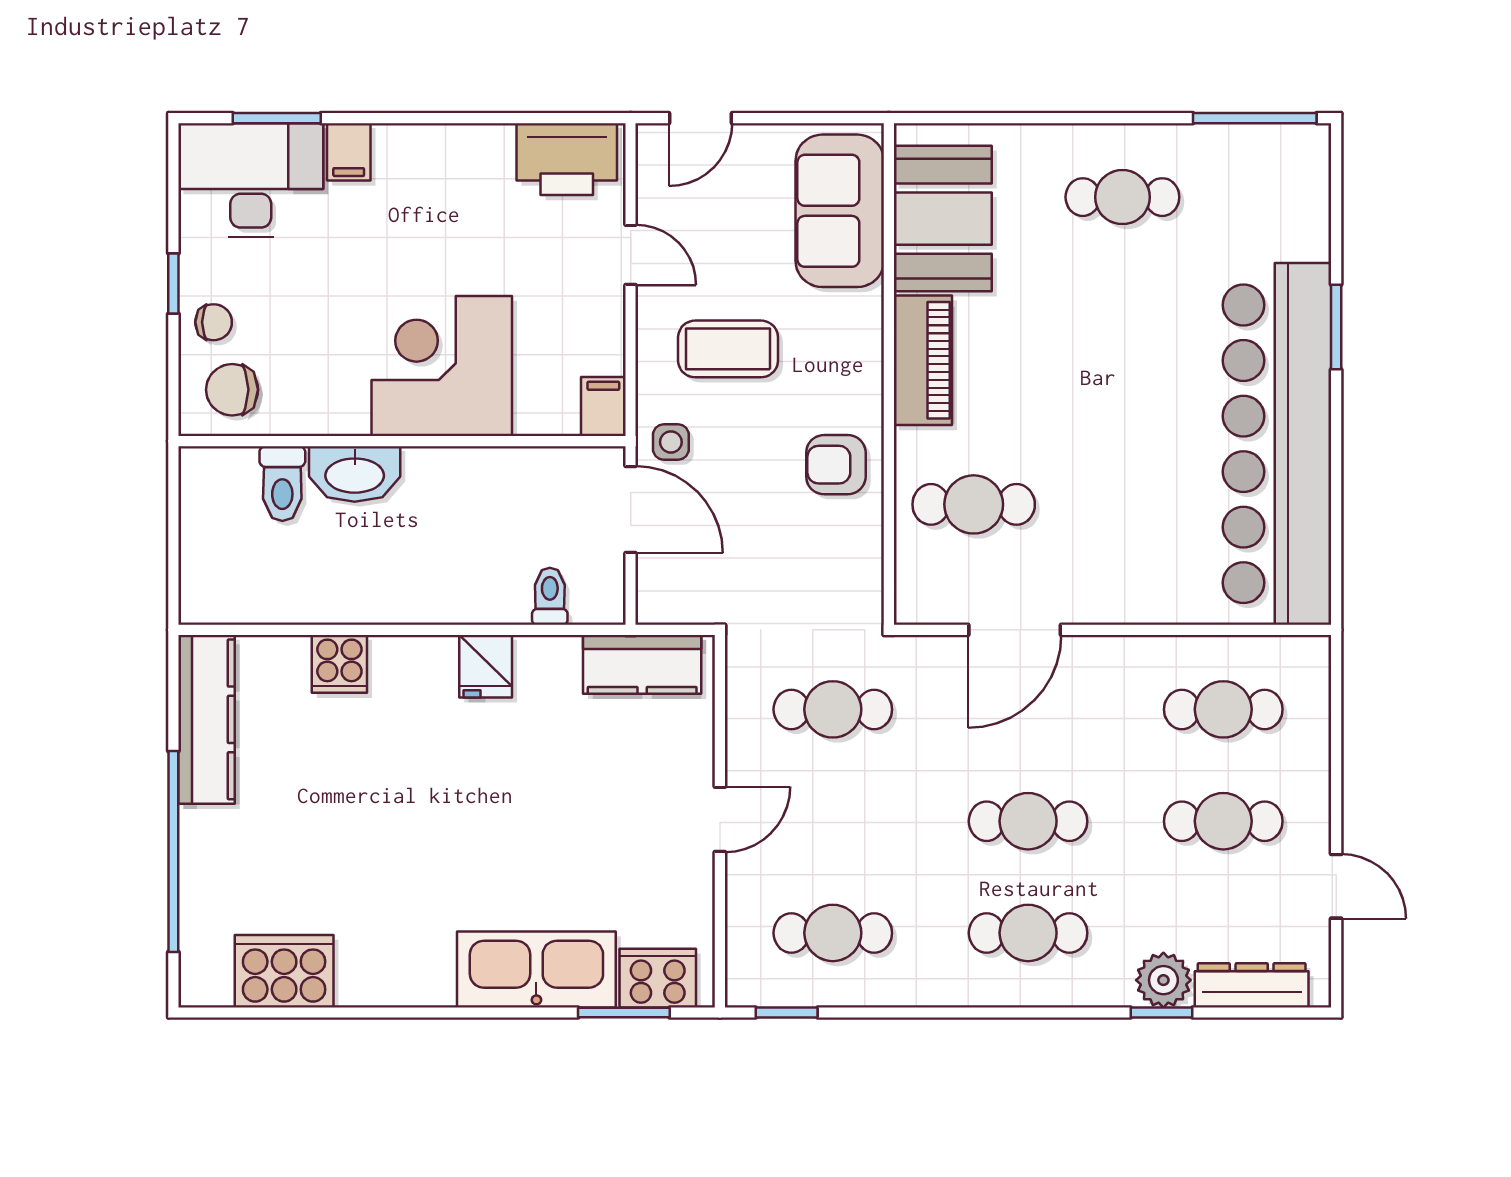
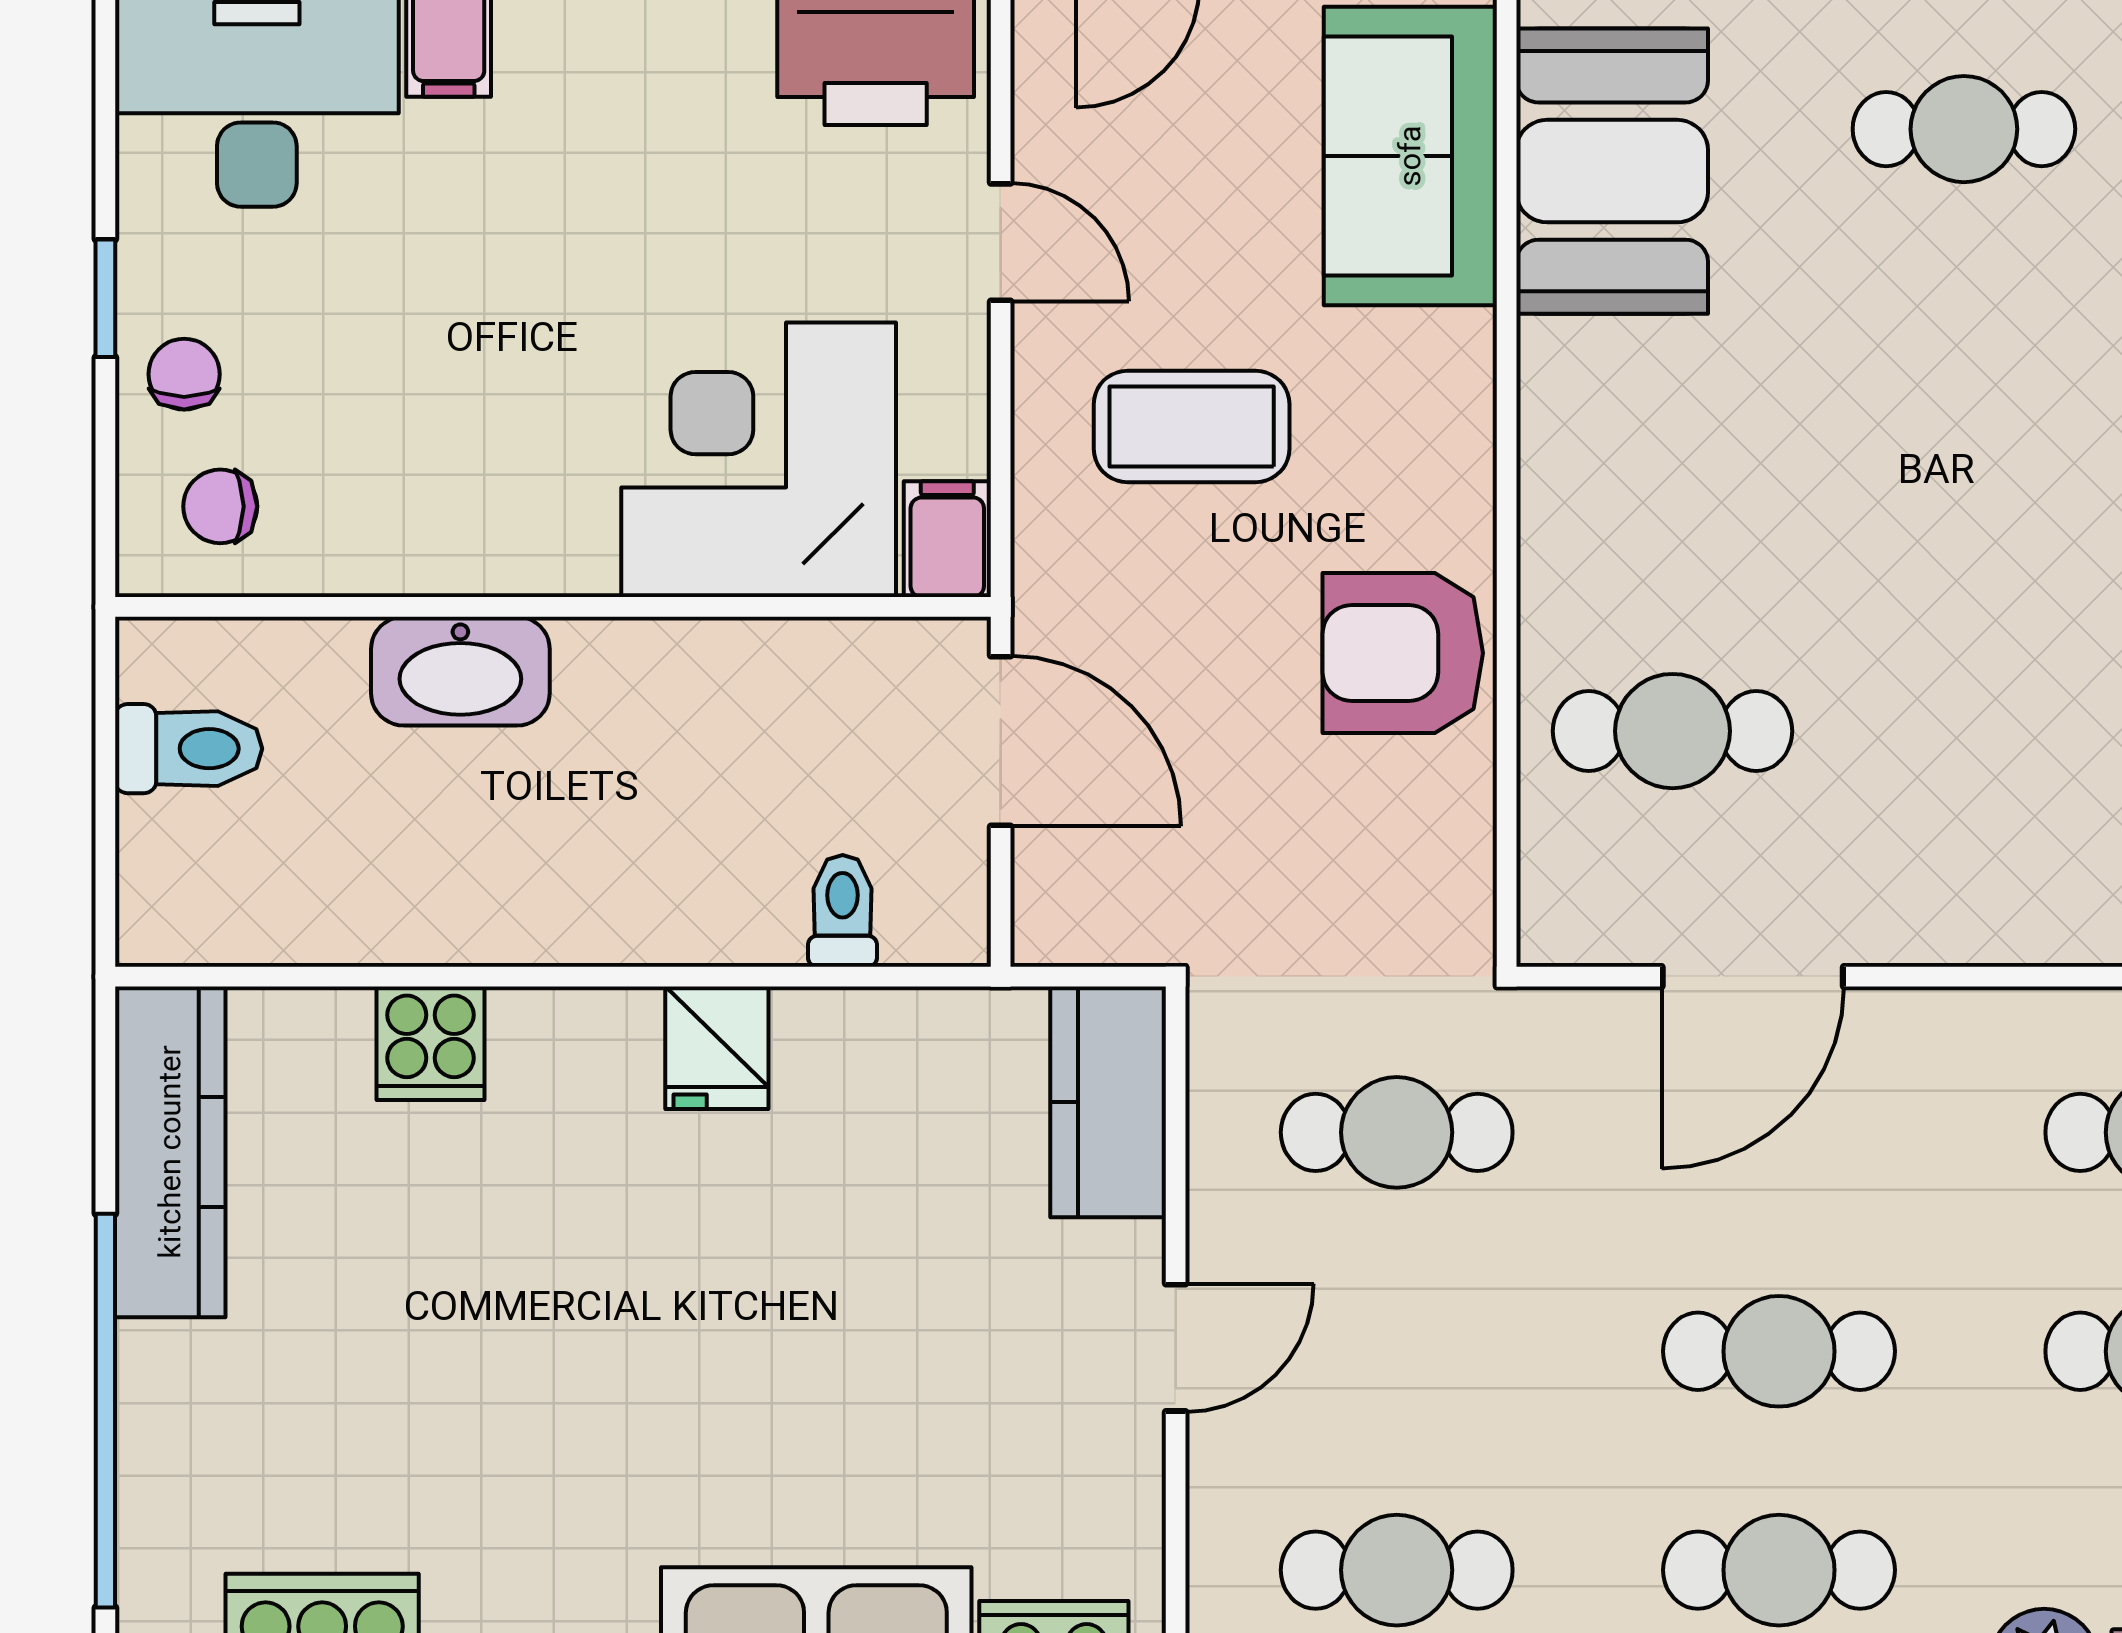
chair: (214, 322) -> (184, 374), turned -90
piano: (923, 360) -> (1573, 449), removed
corner desk: (442, 366) -> (759, 460), moved
chair: (232, 390) -> (220, 506), width x0.73, depth x0.73
side table: (671, 442) -> (1080, 609), removed
armchair: (836, 465) -> (1403, 653), width x1.38, depth x1.38
toilet: (282, 484) -> (189, 749), moved, turned -90
kitchen counter: (642, 664) -> (1108, 1102), moved, turned 90

